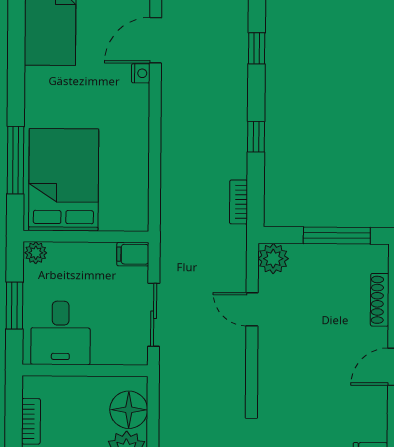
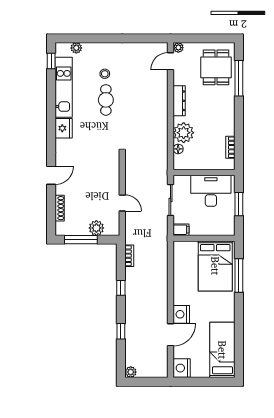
nightstand: (141, 73) -> (181, 314), width x1.89, depth x1.79
plant: (36, 253) -> (229, 230), removed
plant: (273, 259) -> (96, 228), moved
desk: (60, 333) -> (211, 191), width x1.37
floor lamp: (129, 410) -> (178, 149), width x0.53, depth x0.53

